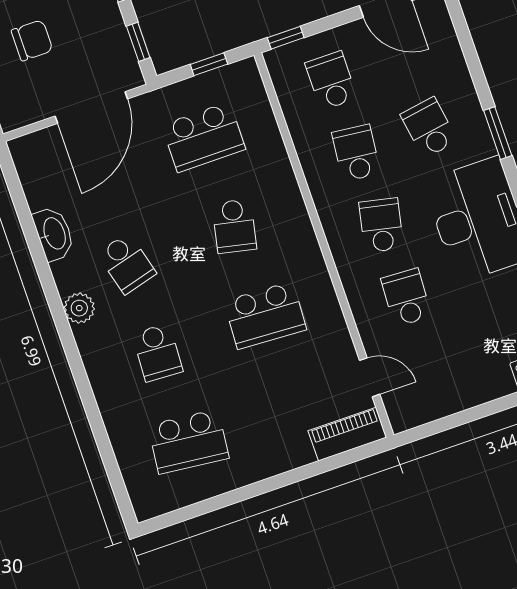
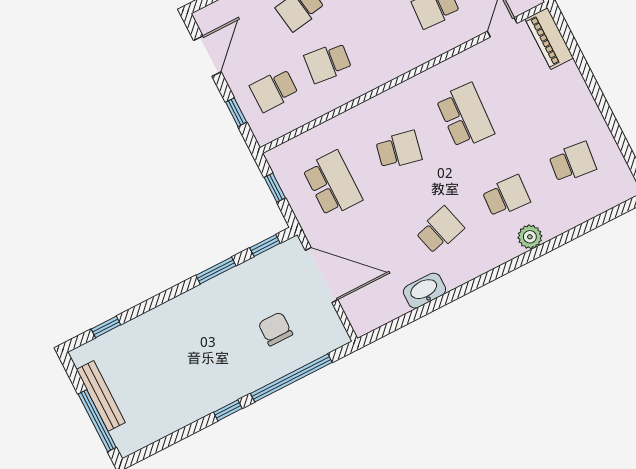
window: (286, 38) -> (236, 112), moved
school desk: (381, 225) -> (382, 35), removed
plant: (79, 308) -> (530, 237), moved
school desk: (188, 442) -> (573, 162), width x0.54

